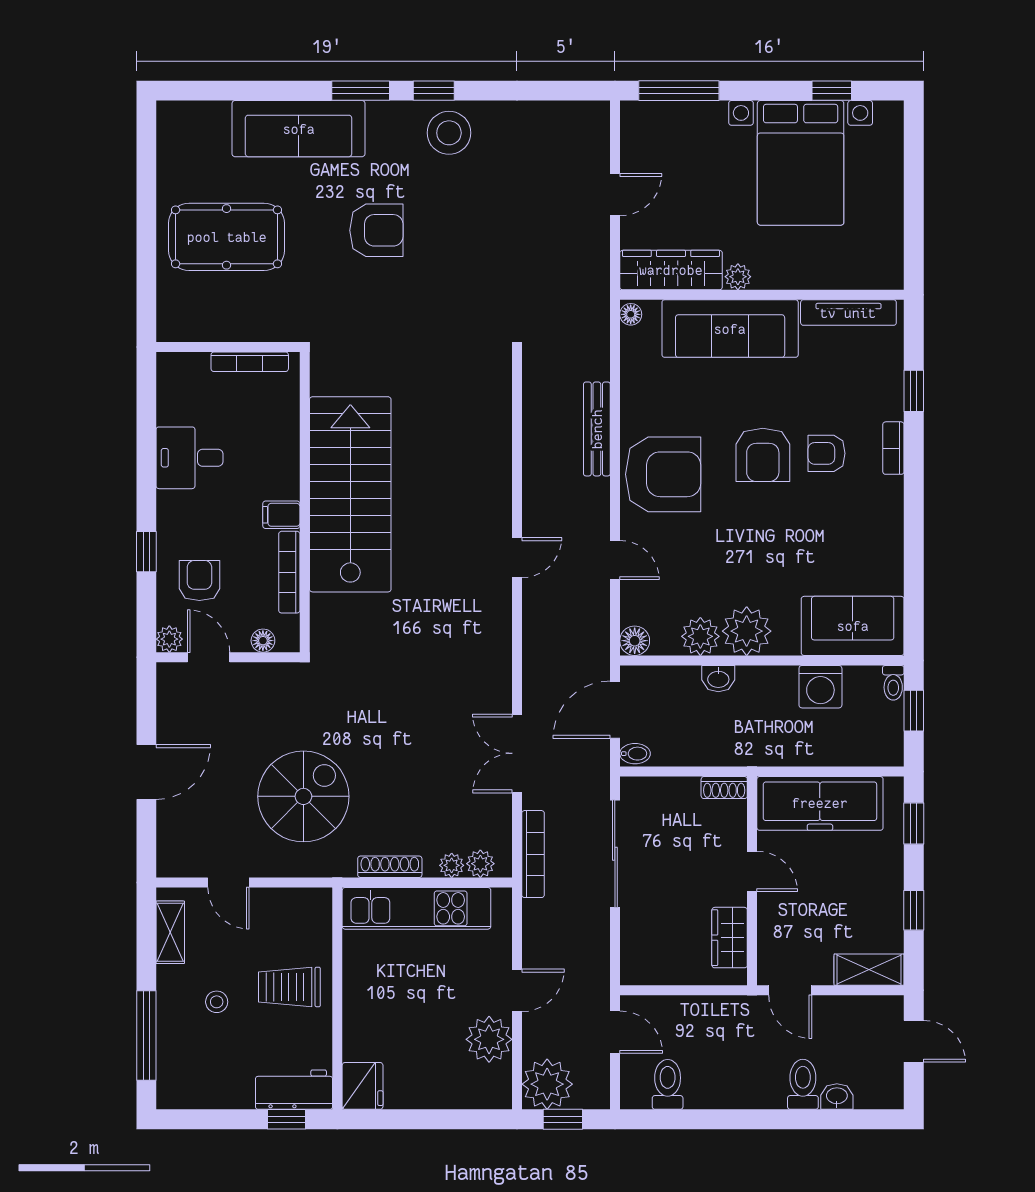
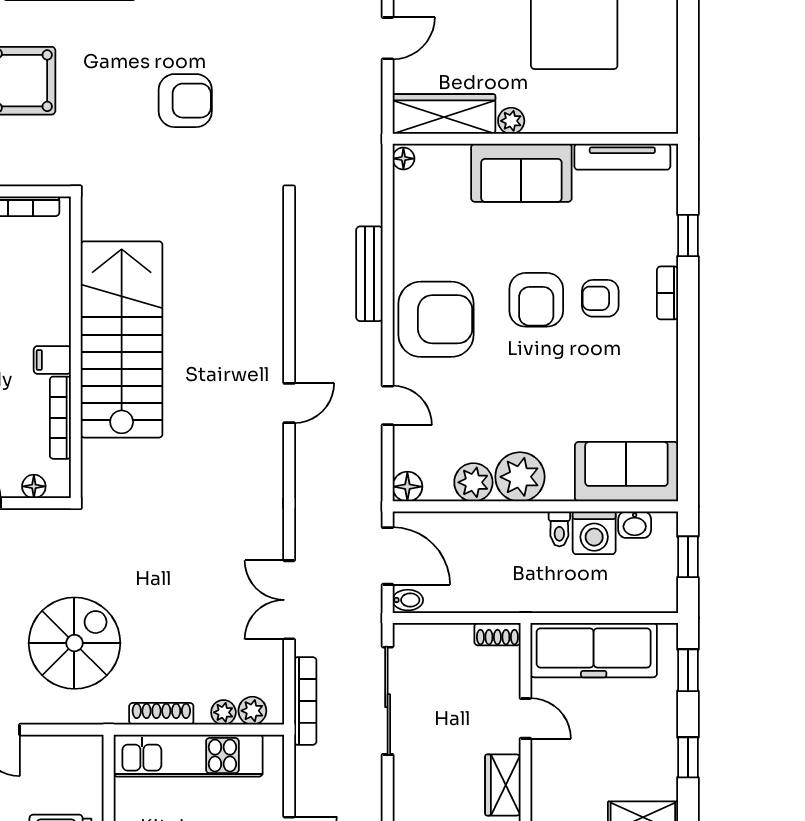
armchair: (376, 230) -> (185, 101), moved
sofa: (730, 329) -> (521, 173), width x0.73
washbasin: (718, 679) -> (635, 525), moved
toilet: (893, 683) -> (559, 529), moved
door: (615, 710) -> (388, 556), swing flipped

